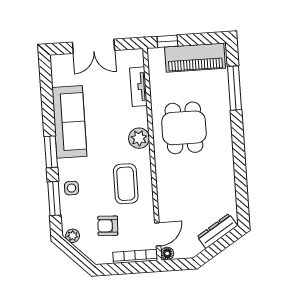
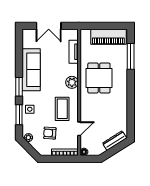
window: (167, 41) -> (93, 26), removed
door: (158, 234) -> (79, 129), moved

